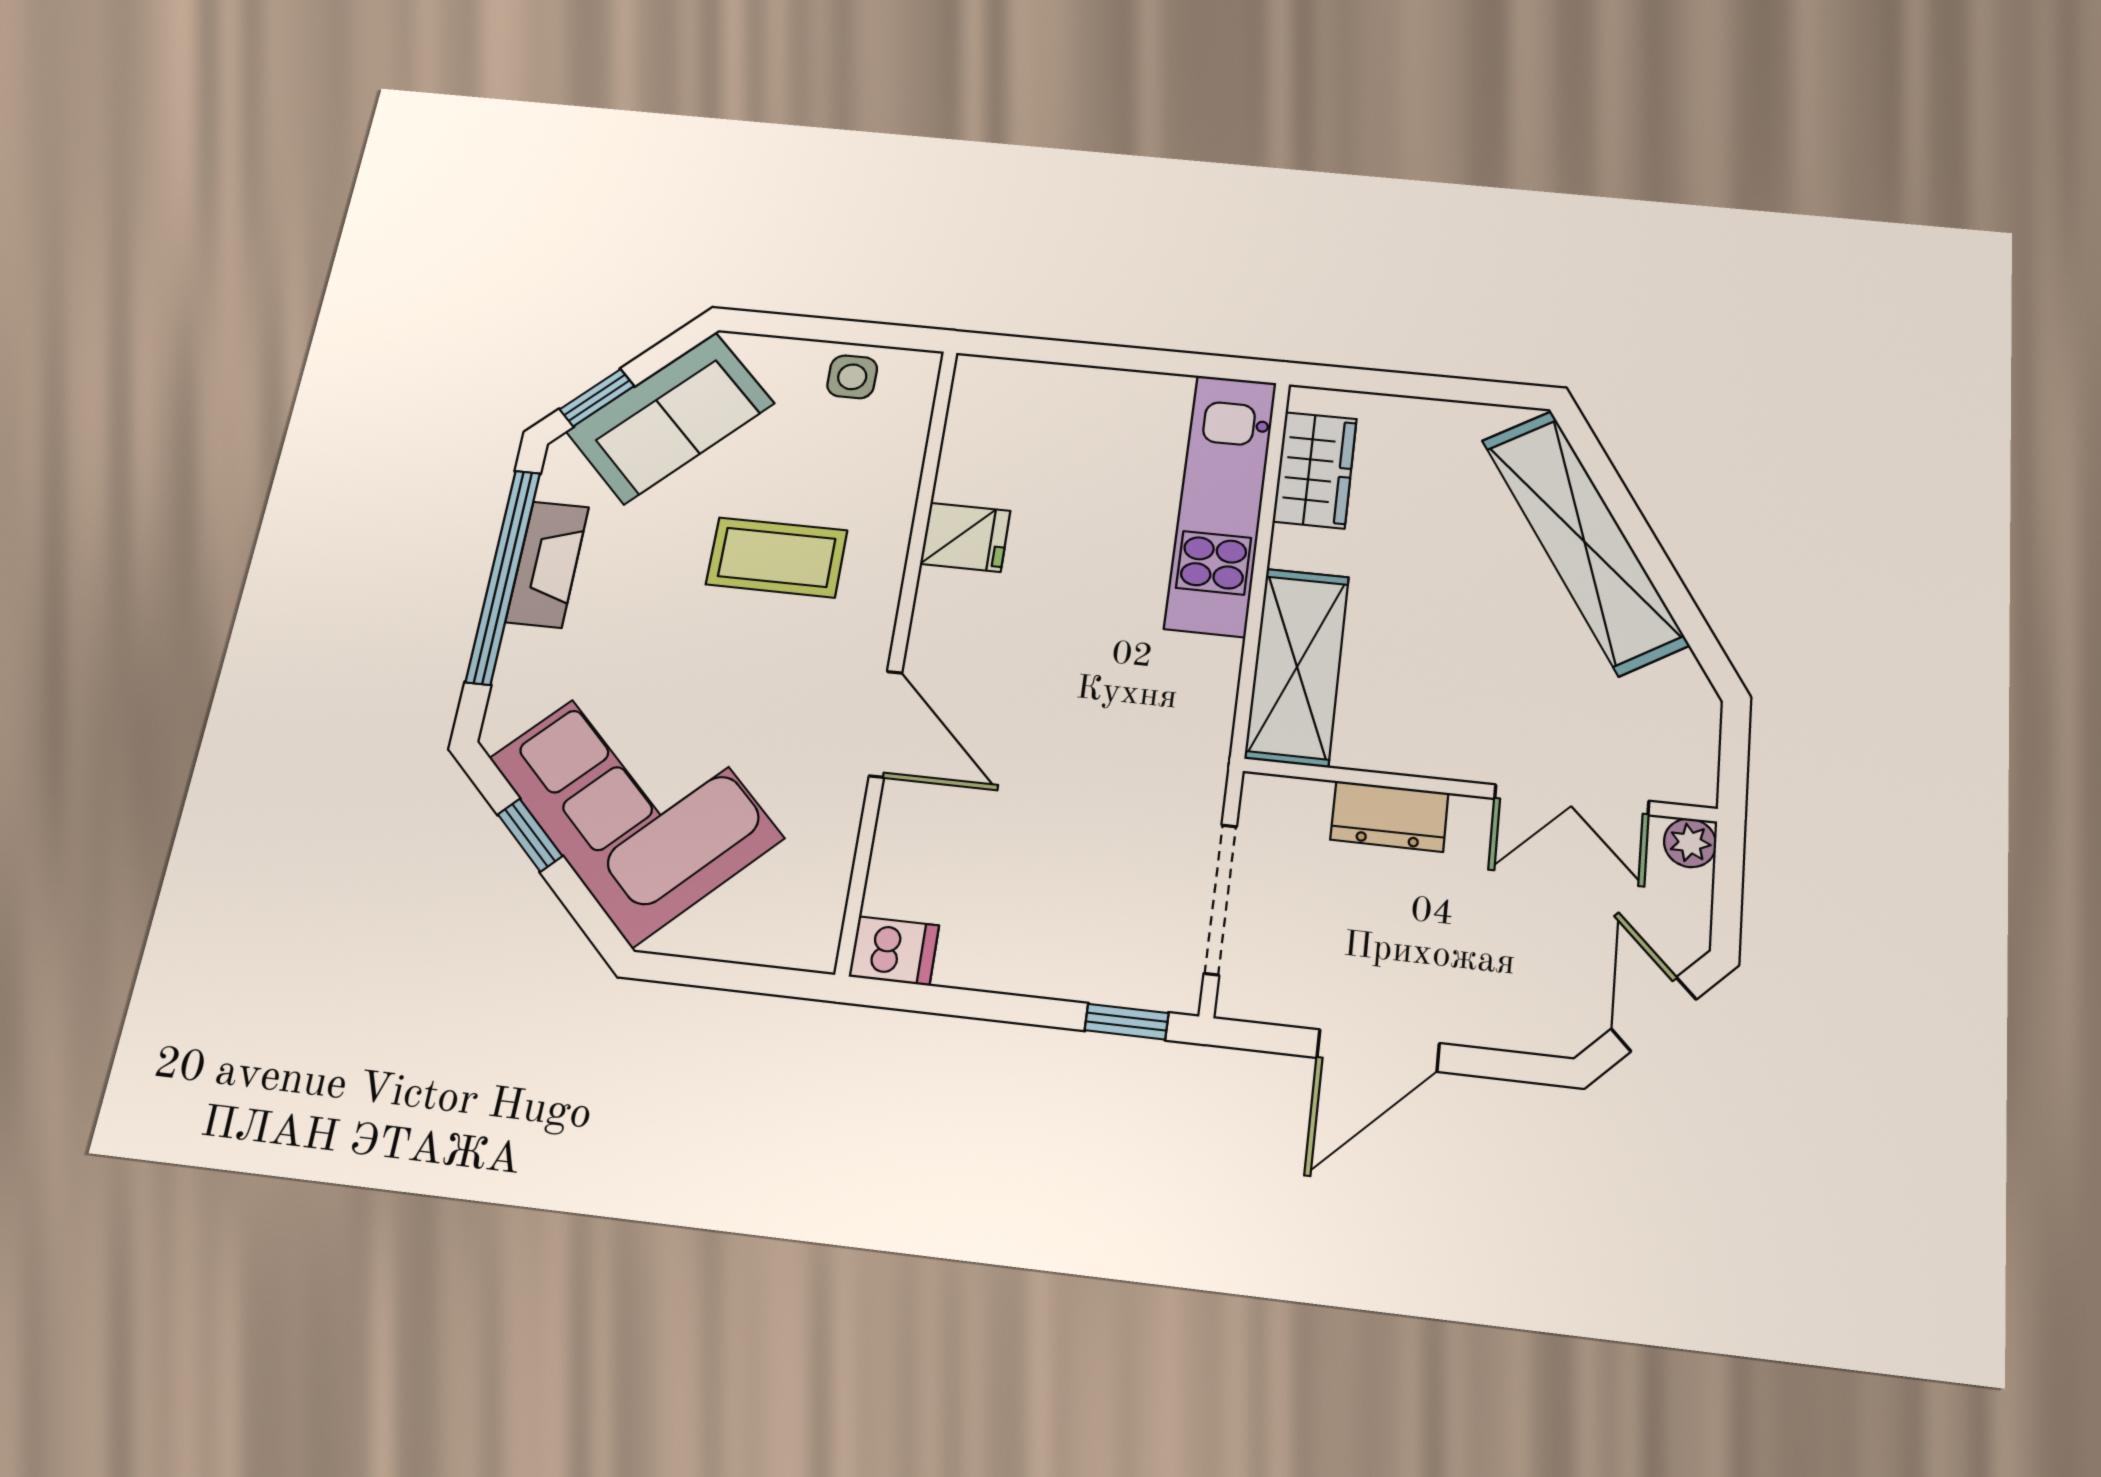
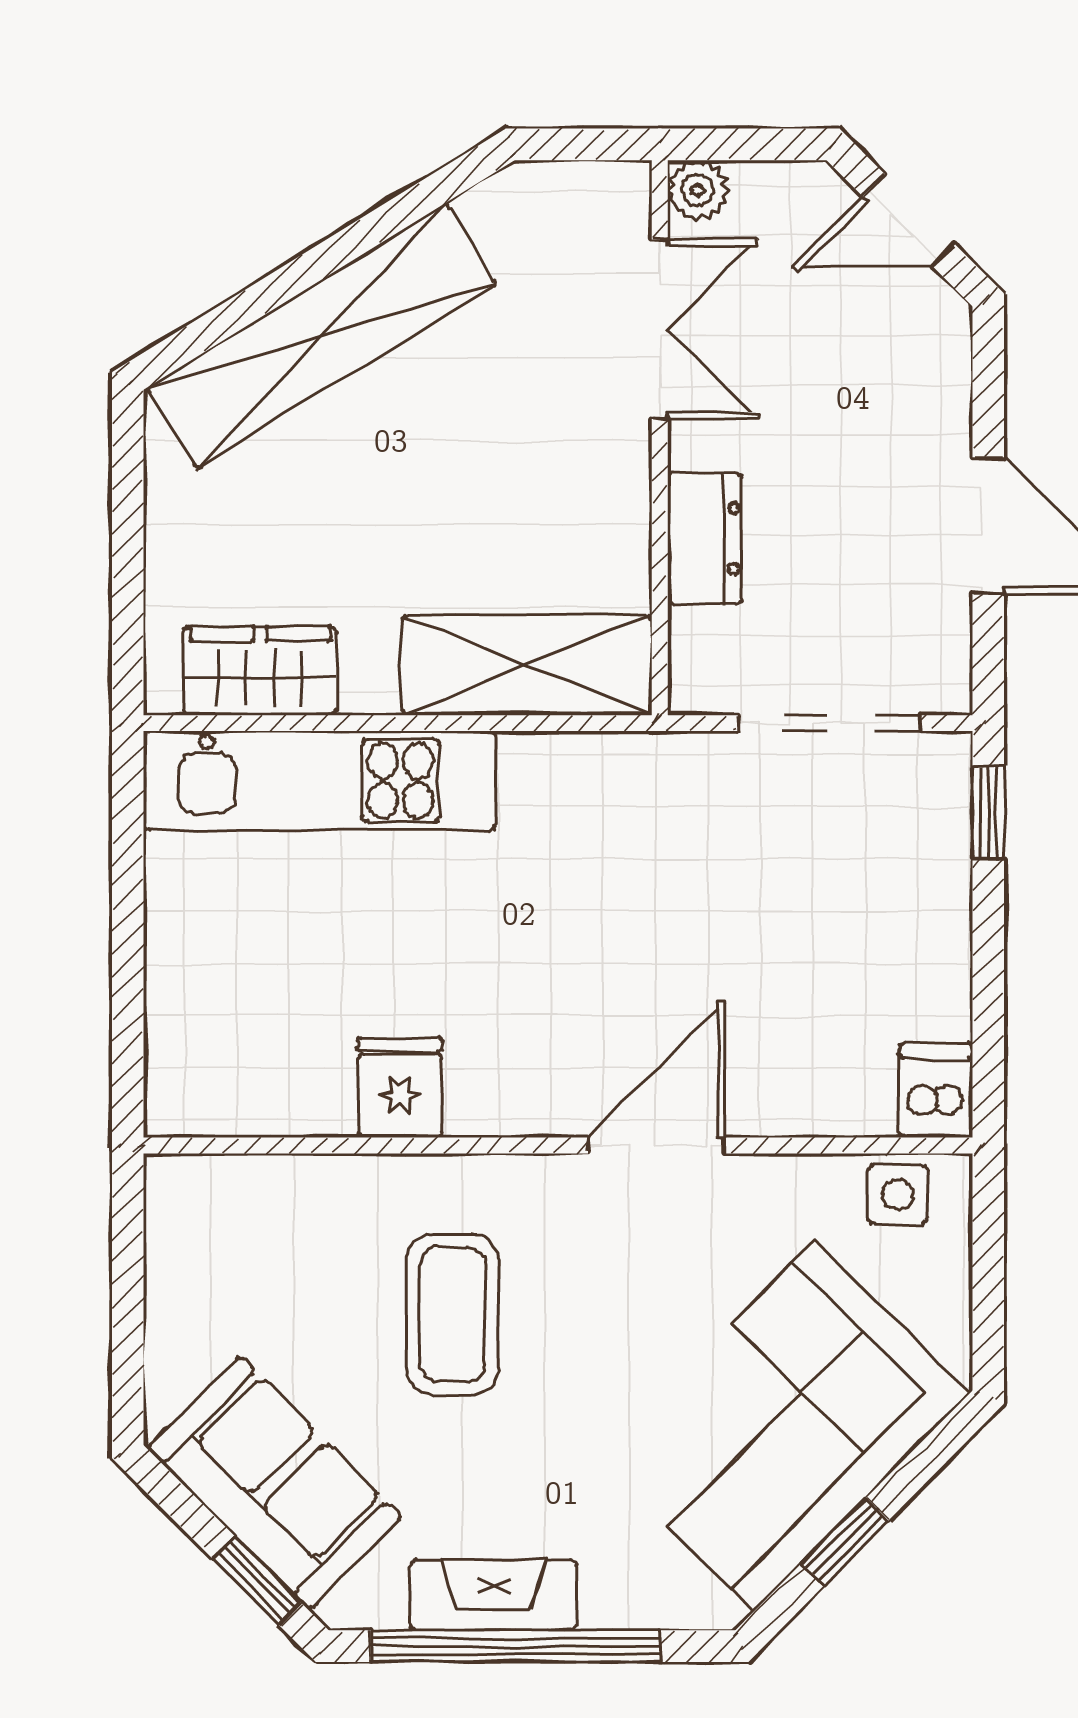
side table: (852, 377) -> (898, 1194), moved

